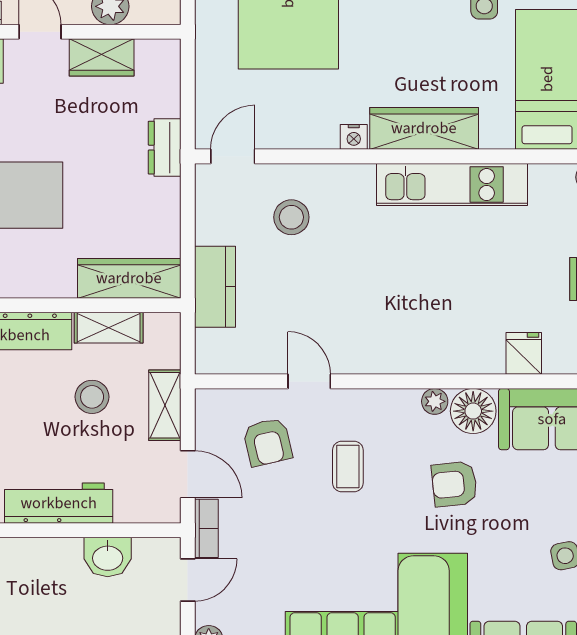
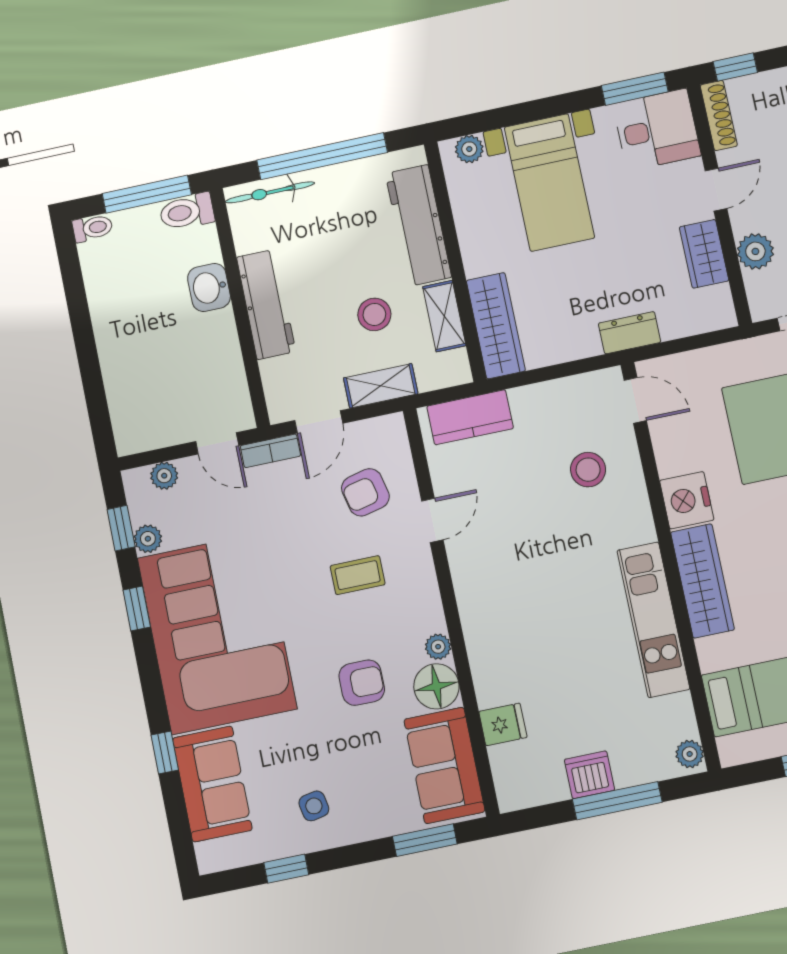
nightstand: (354, 137) -> (687, 500), width x1.89, depth x1.79
kitchen counter: (215, 287) -> (470, 417), moved
armchair: (454, 484) -> (362, 683), turned 96
washbasin: (108, 557) -> (209, 287), moved

